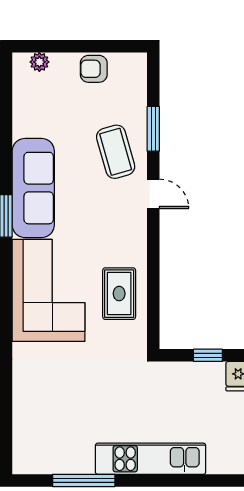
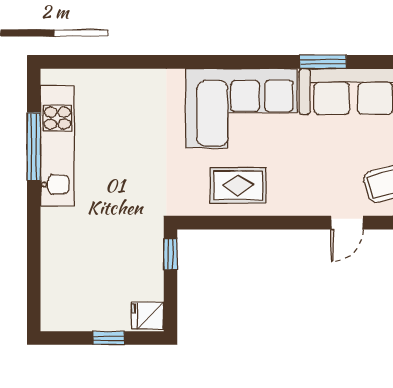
window: (208, 355) -> (170, 254), moved
kitchen unit: (151, 459) -> (57, 146), moved

